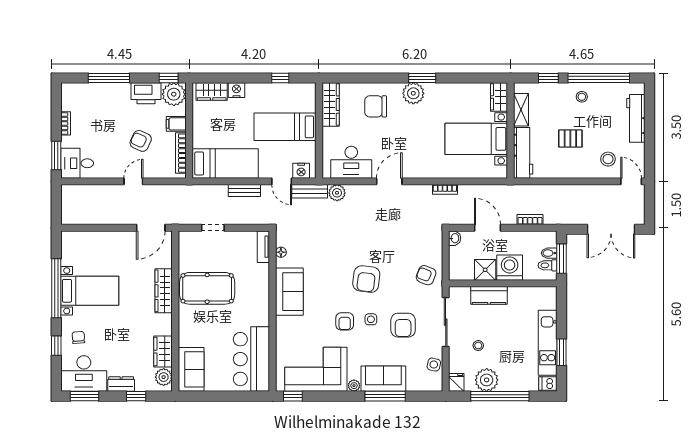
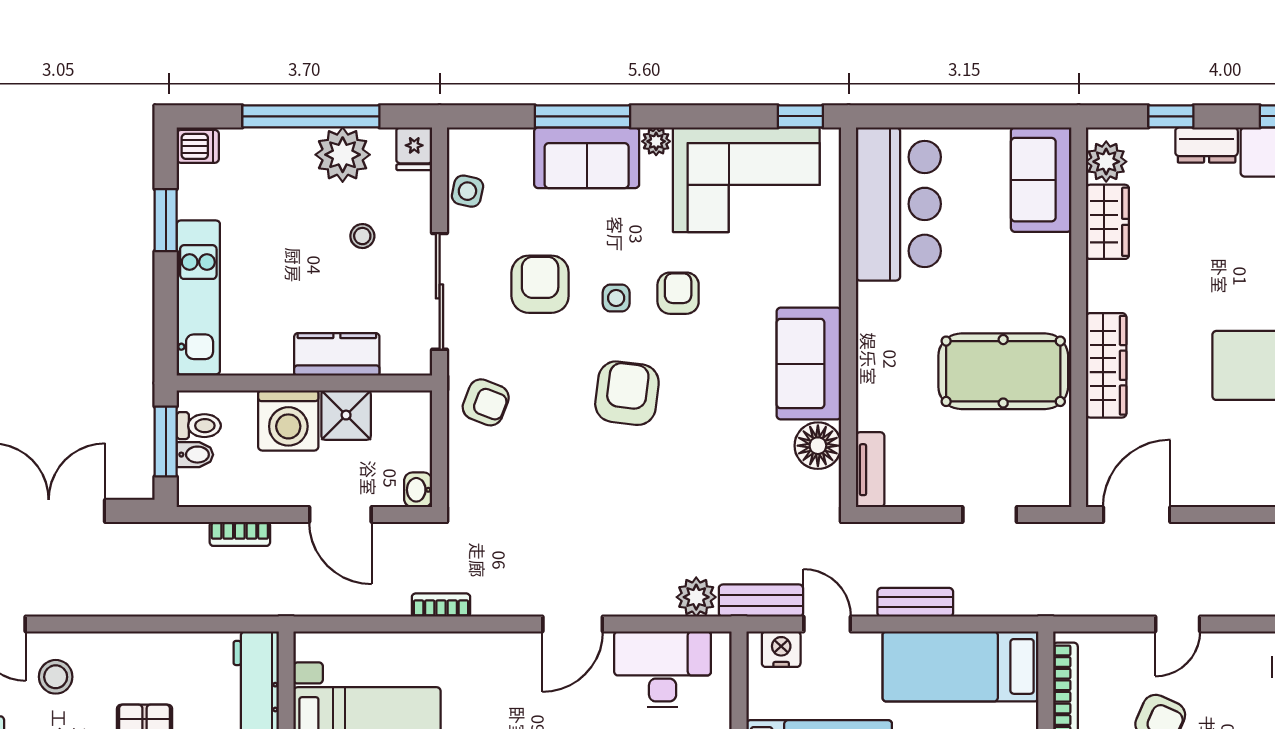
floor lamp: (281, 252) -> (818, 446), width x1.89, depth x1.89
kitchen unit: (548, 343) -> (198, 297), moved

